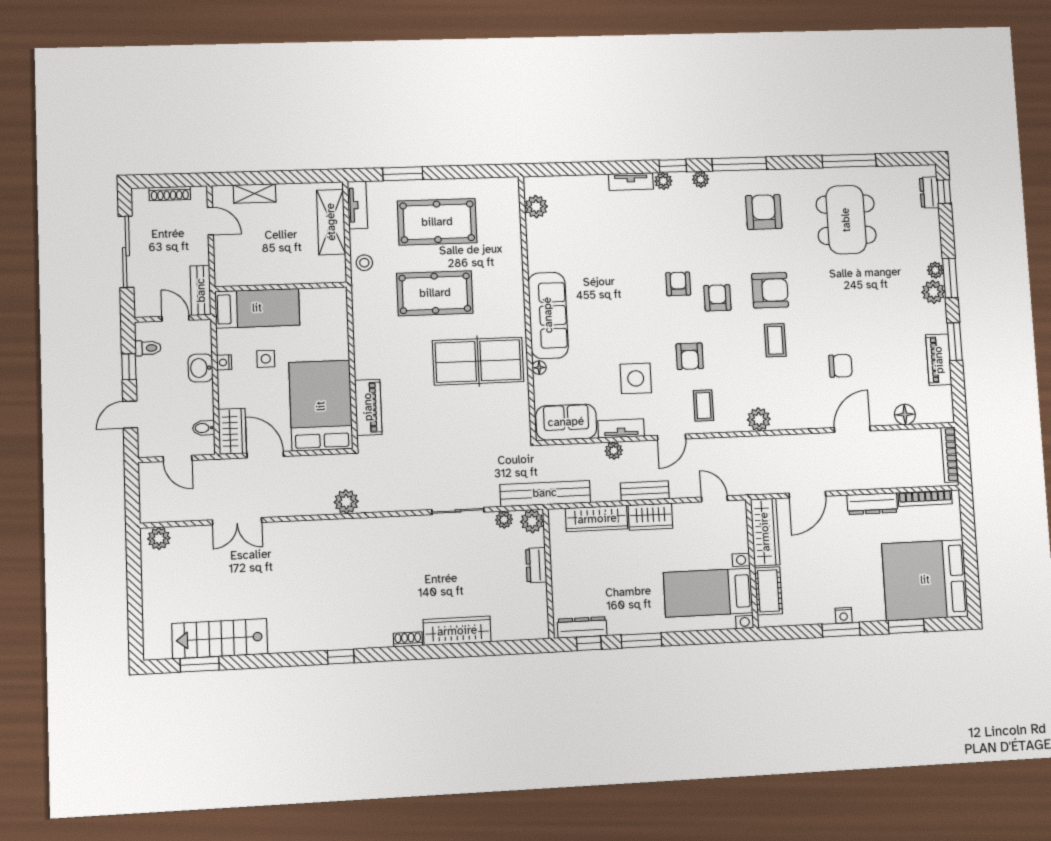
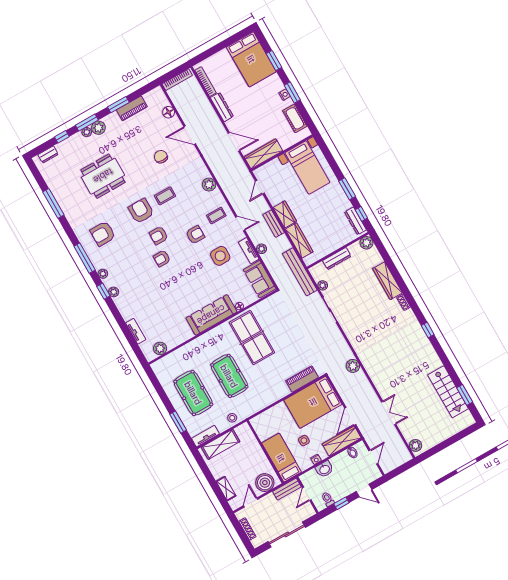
tv unit: (631, 182) -> (136, 331), moved
window: (944, 192) -> (62, 137), moved
dining table: (846, 220) -> (103, 176), moved
boiler: (231, 260) -> (265, 483), added
wardrobe: (232, 431) -> (342, 441), width x1.50
plant: (532, 521) -> (367, 243), moved
dresser: (536, 565) -> (337, 258), width x1.44
bed: (925, 580) -> (251, 59), width x0.73
cot: (768, 591) -> (295, 118), moved, turned 90

